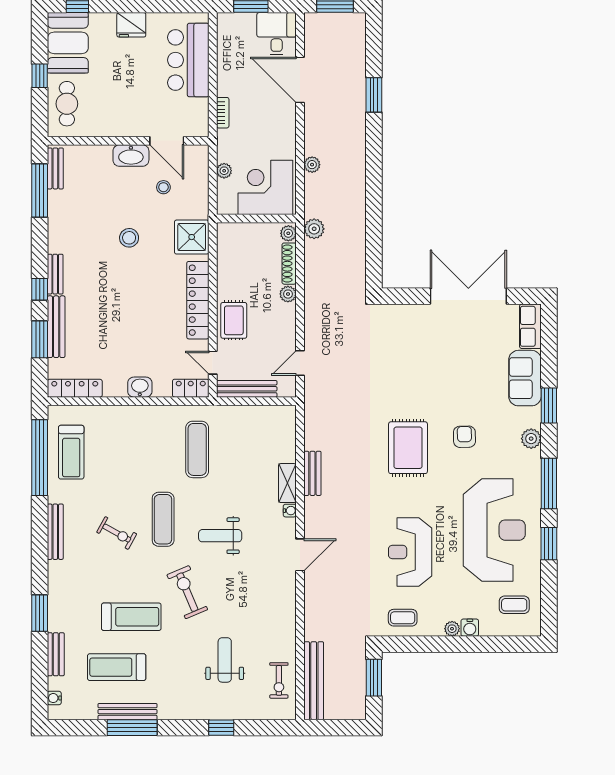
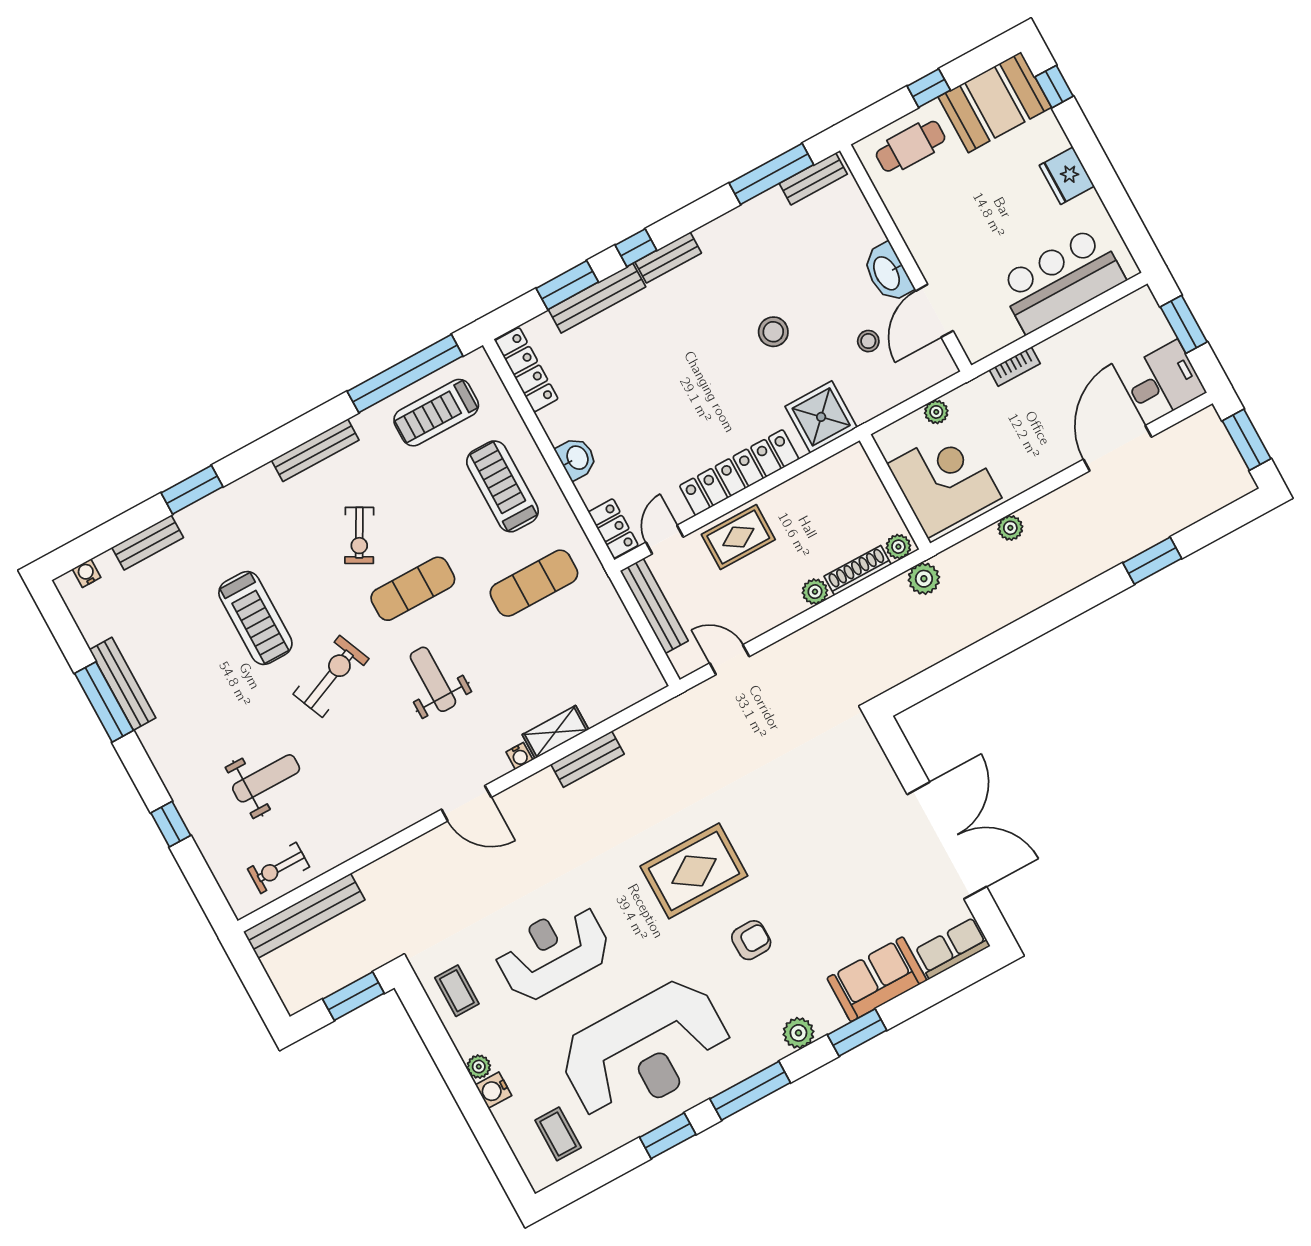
treadmill: (117, 667) -> (502, 486), moved

